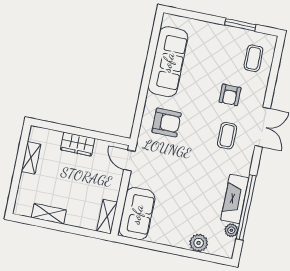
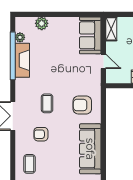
armchair: (230, 95) -> (41, 134), turned -90
coffee table: (227, 136) -> (47, 103), moved
door: (129, 161) -> (103, 61), moved

